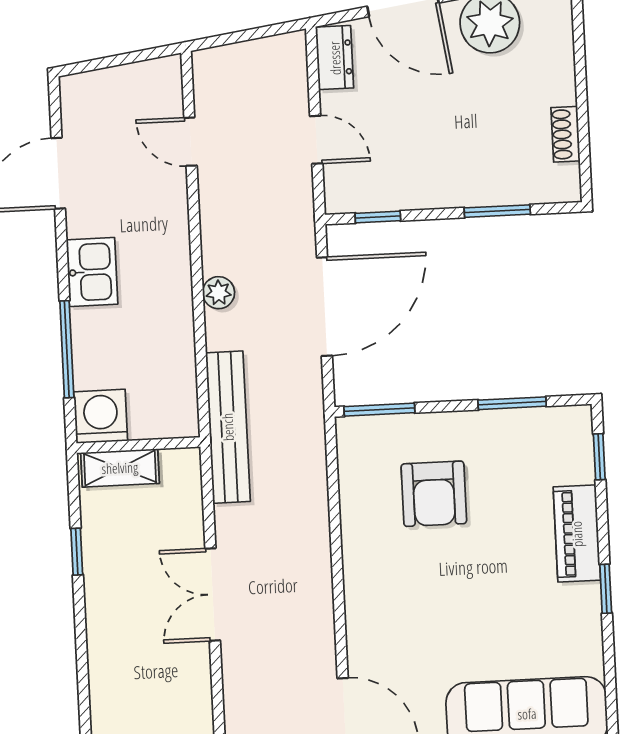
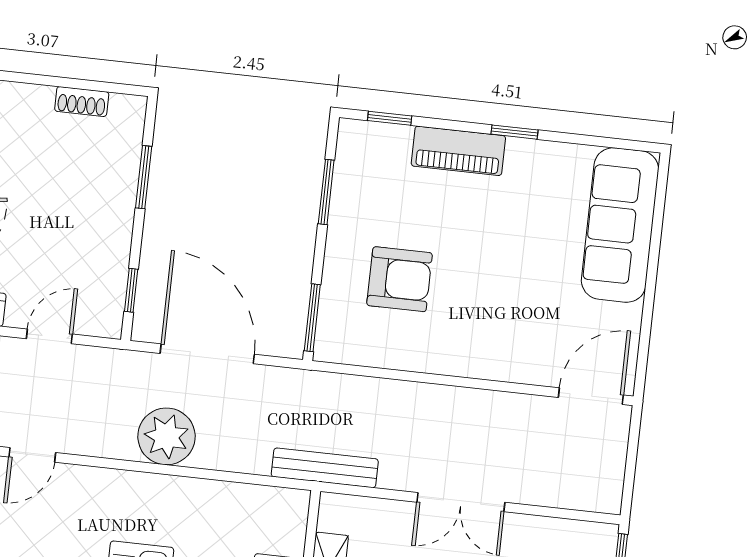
plant: (219, 293) -> (167, 436), width x1.88, depth x1.88
bench: (228, 427) -> (325, 468), width x0.73, depth x0.82

